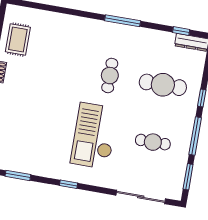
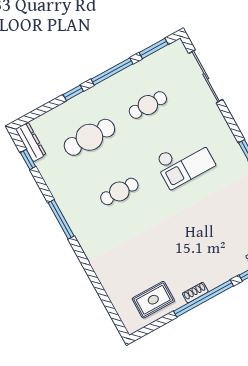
cafe table: (163, 85) -> (89, 137), turned 90
checkout: (94, 136) -> (185, 162), width x0.73, depth x0.83
cafe table: (153, 142) -> (148, 105), turned 90

